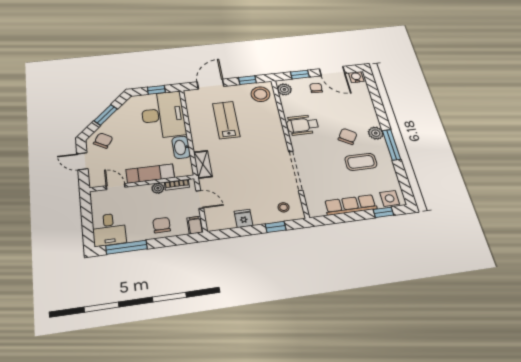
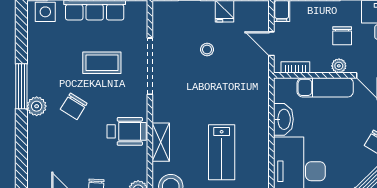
coffee table: (361, 162) -> (102, 63), moved
shelving: (203, 164) -> (161, 142), moved
plant: (158, 188) -> (339, 66), moved
stool: (284, 207) -> (207, 50), moved
chair: (162, 225) -> (342, 36), moved

